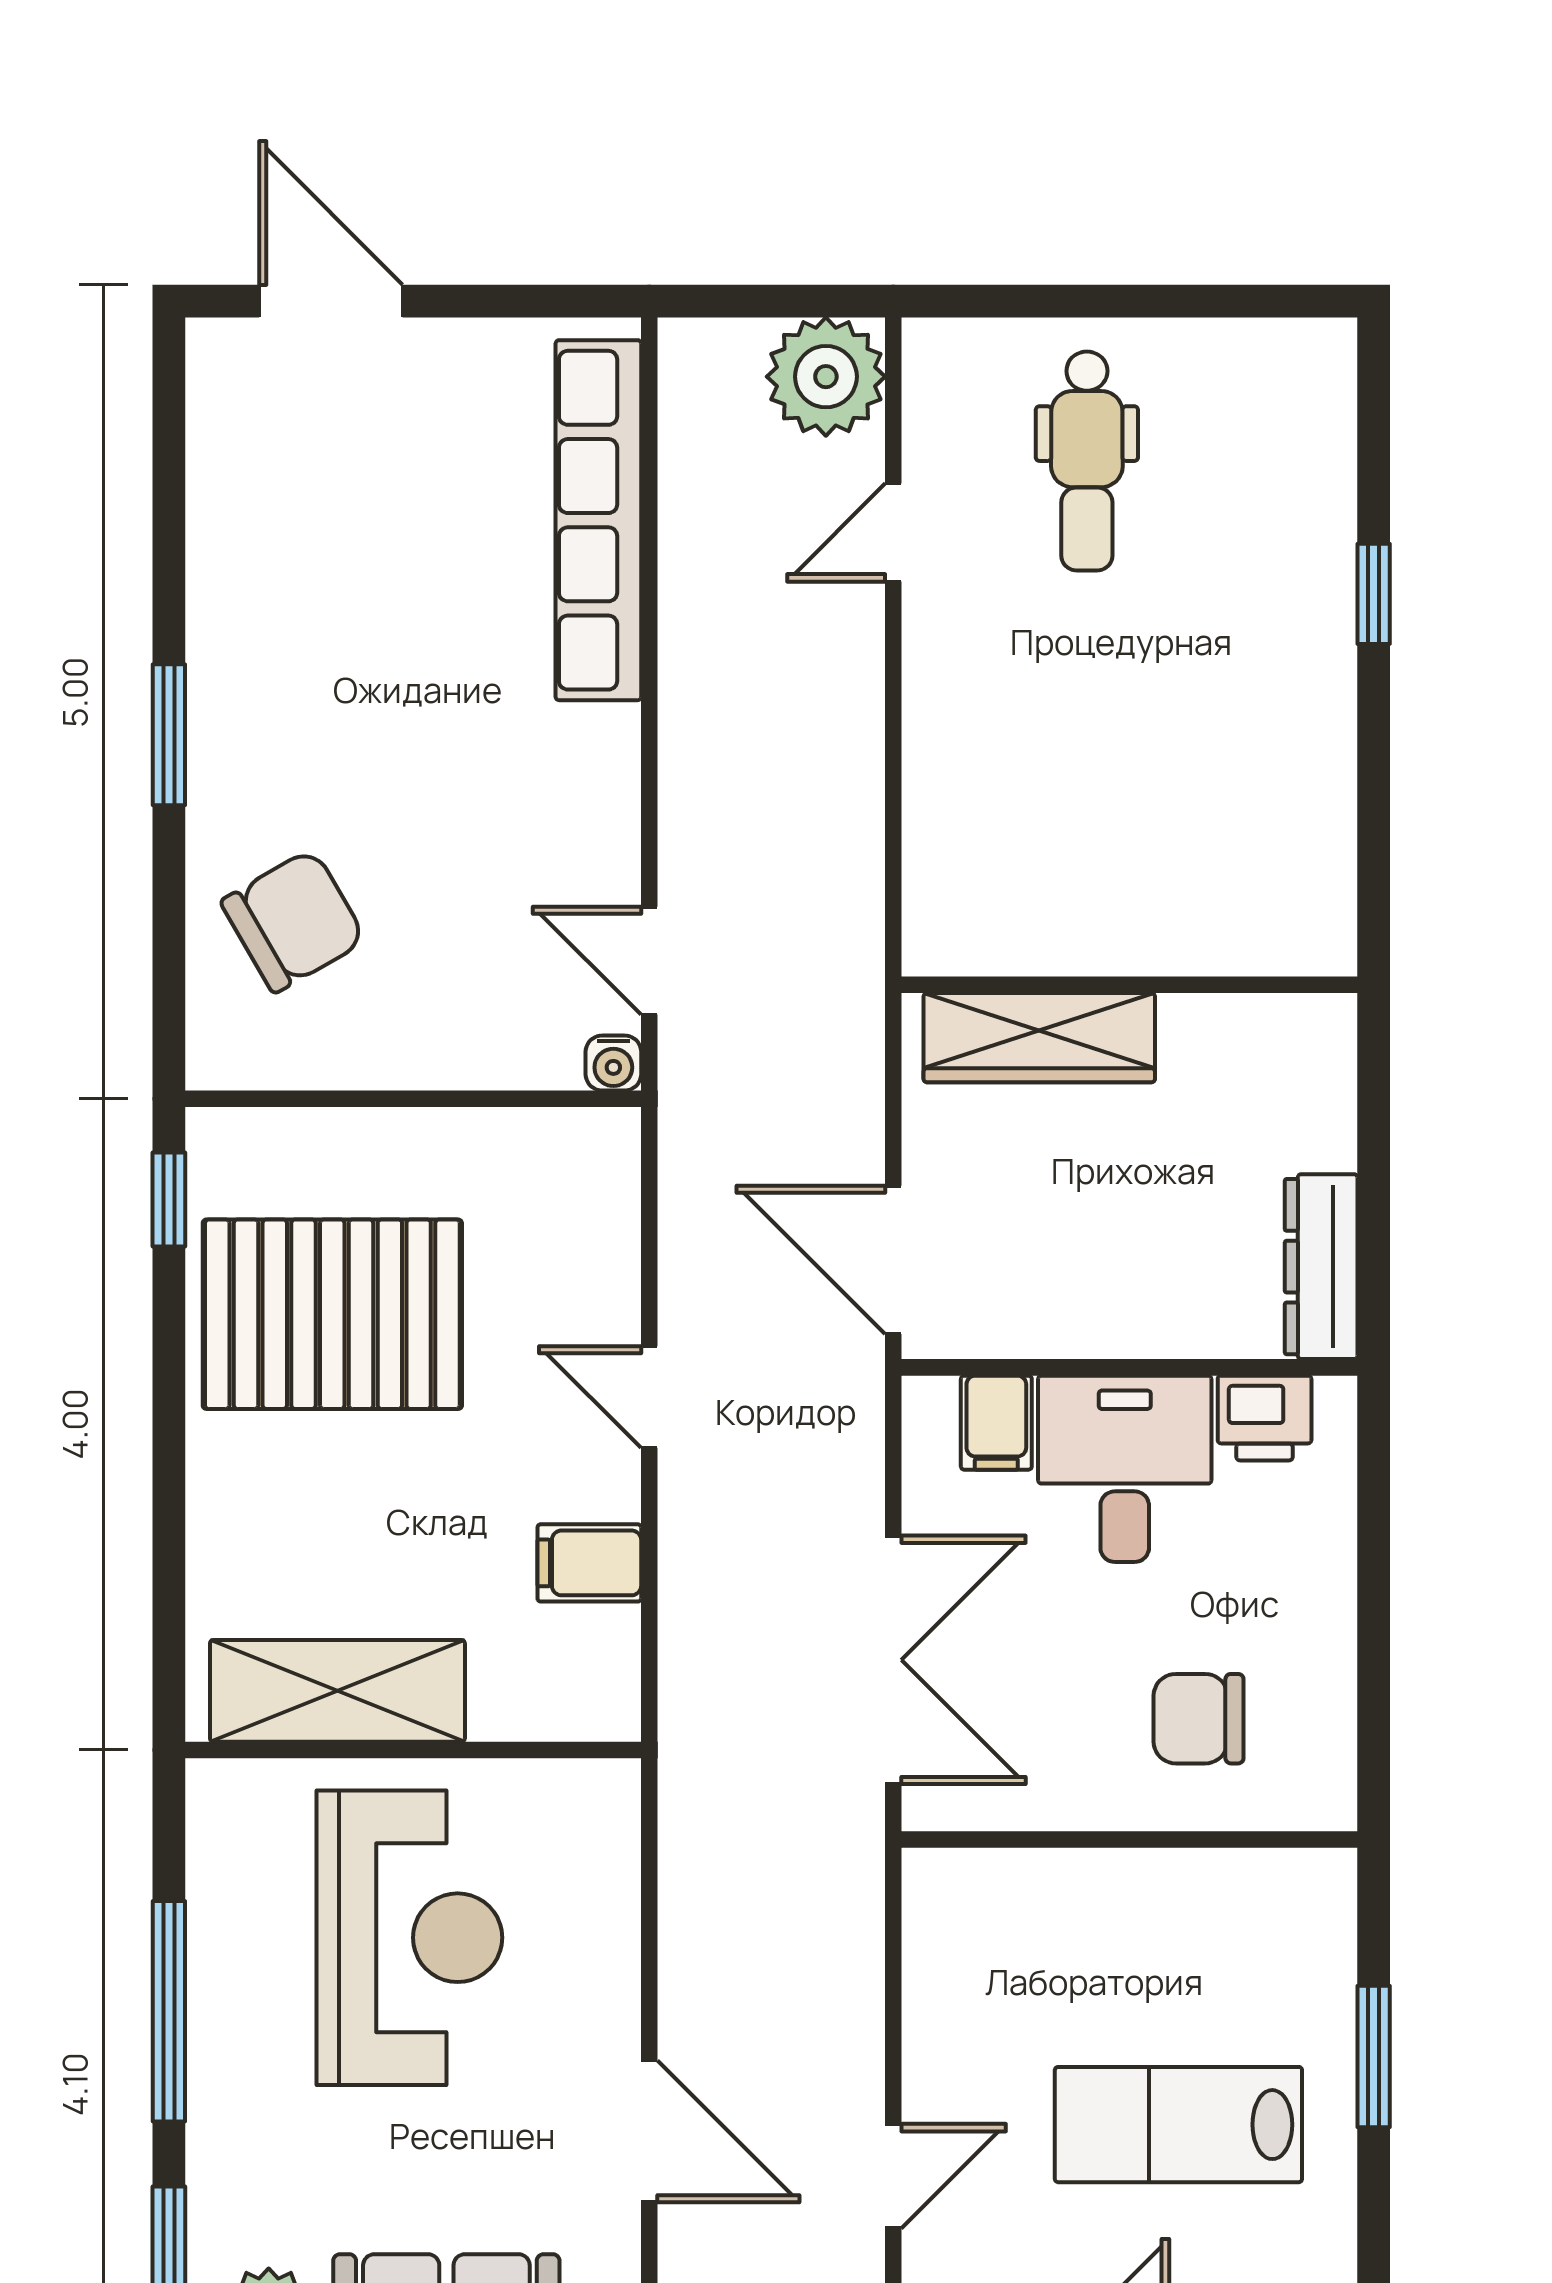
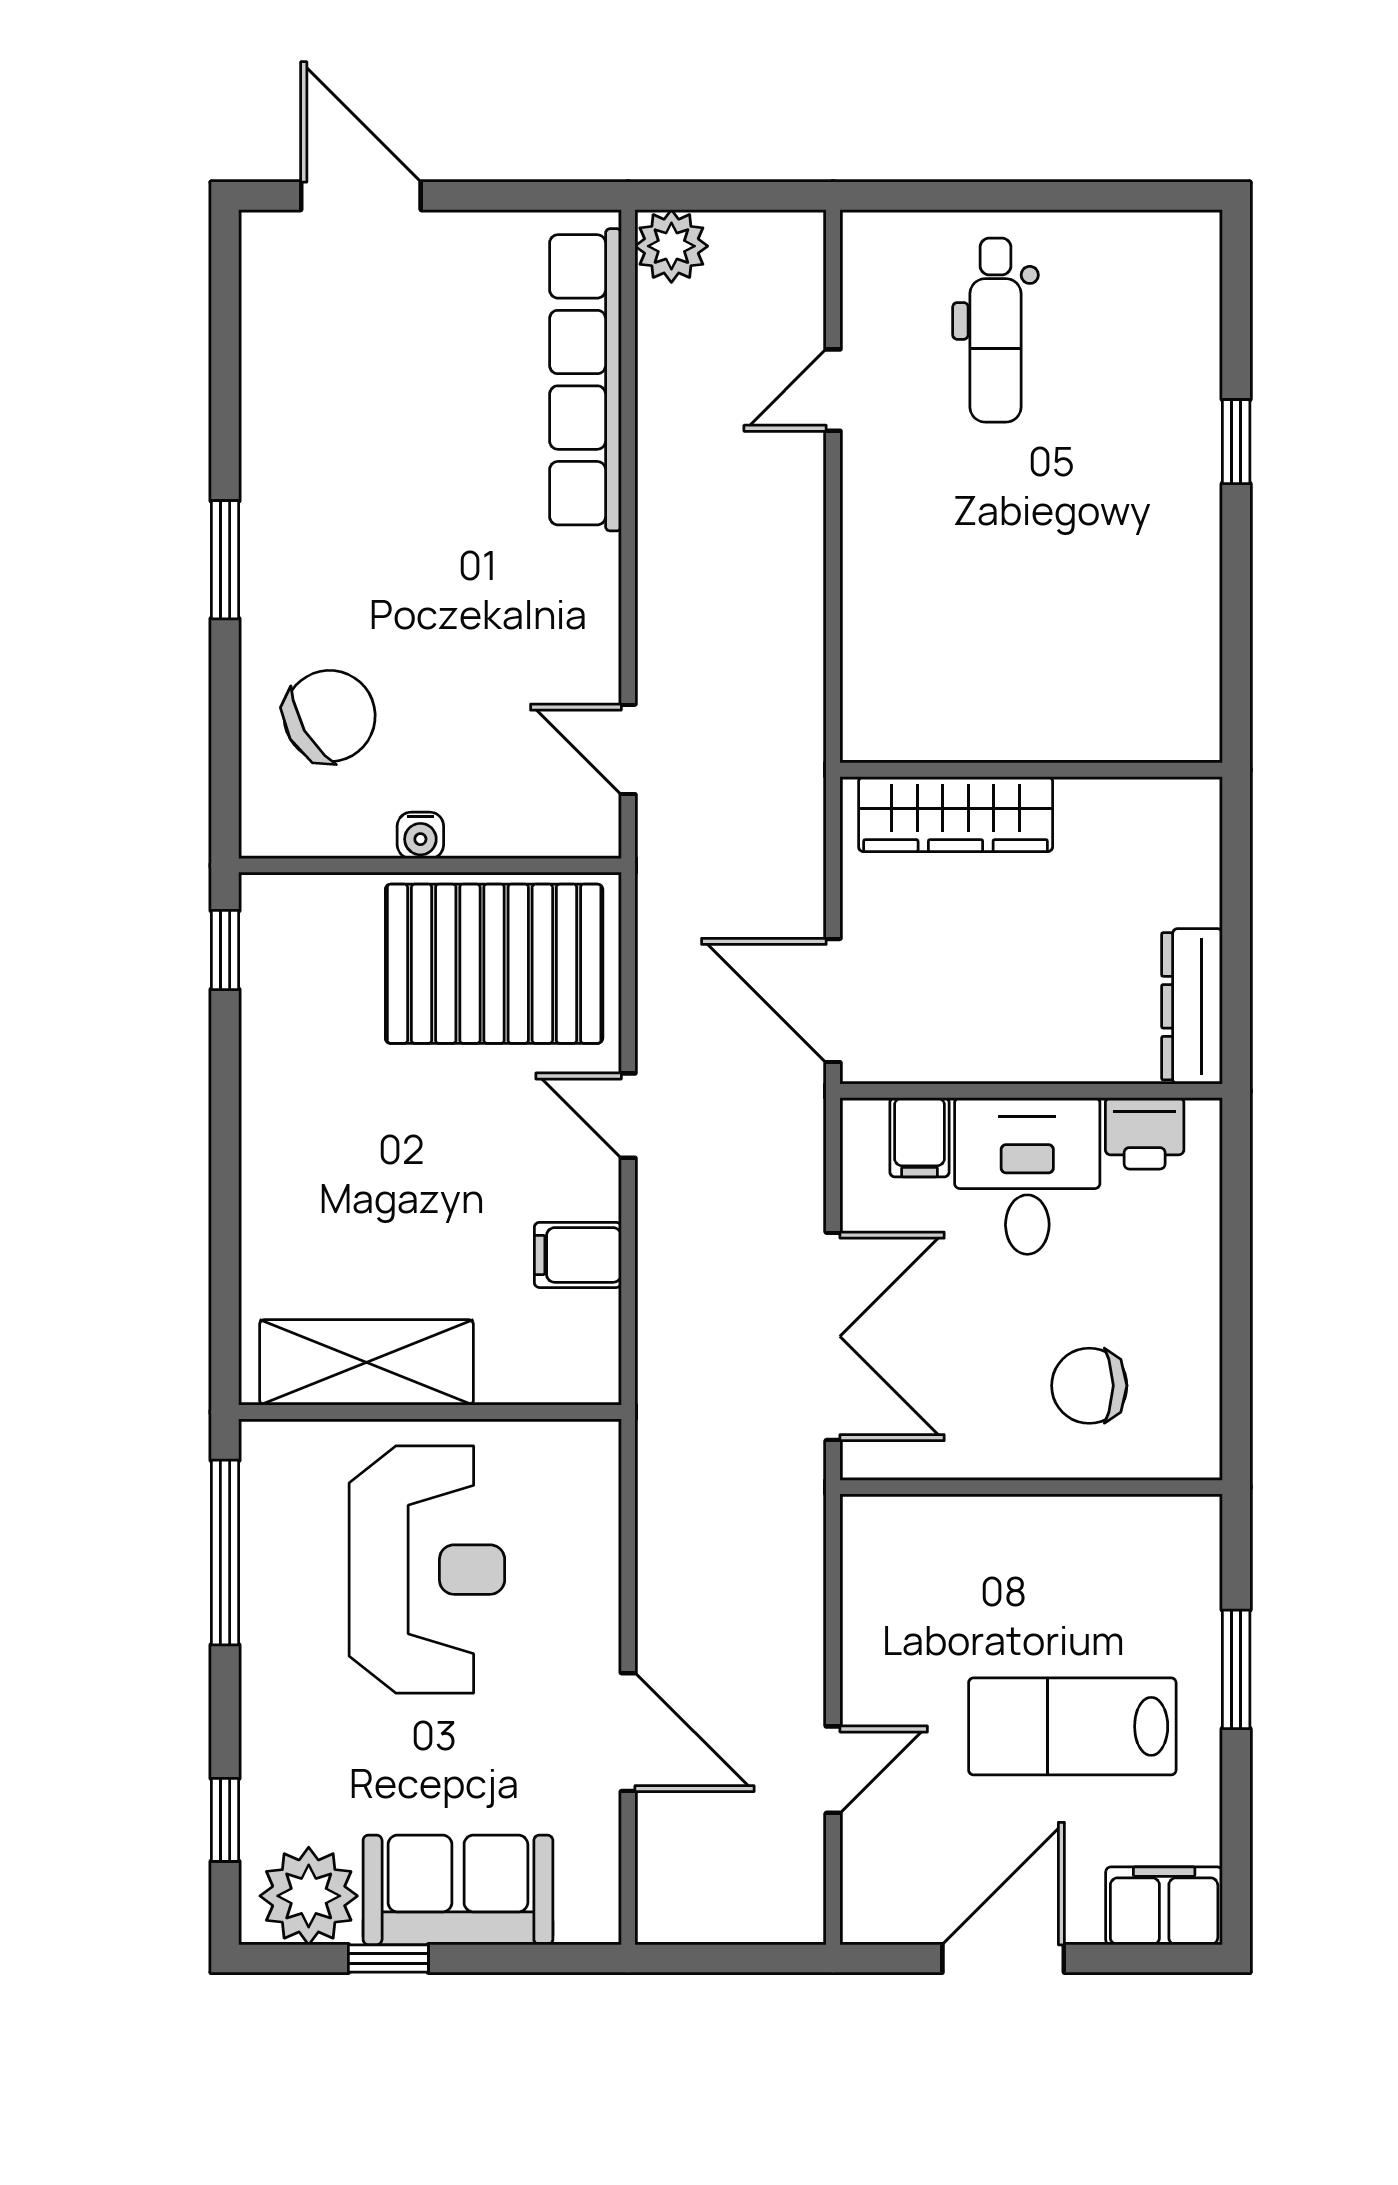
plant: (826, 377) -> (671, 246), moved, width x0.73, depth x0.73
water cooler: (613, 1063) -> (420, 835), moved
pallet: (332, 1314) -> (494, 964), moved
window: (169, 2011) -> (225, 1553), moved

